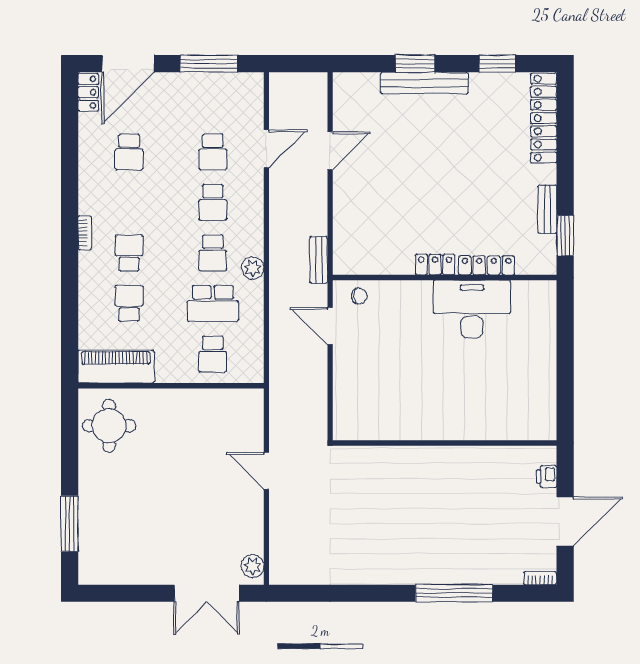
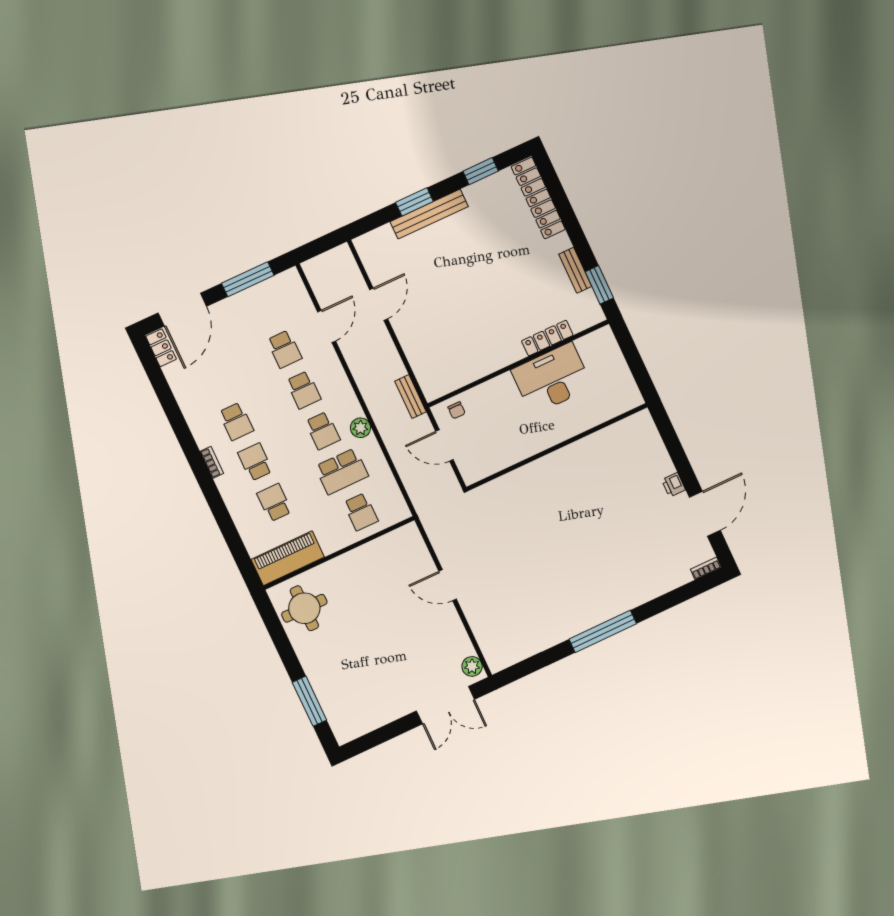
school desk: (129, 152) -> (236, 421), moved
locker: (435, 265) -> (506, 357), removed
chair: (359, 296) -> (457, 410), turned 91
wall: (445, 443) -> (557, 447), moved
window: (454, 593) -> (603, 631), moved

